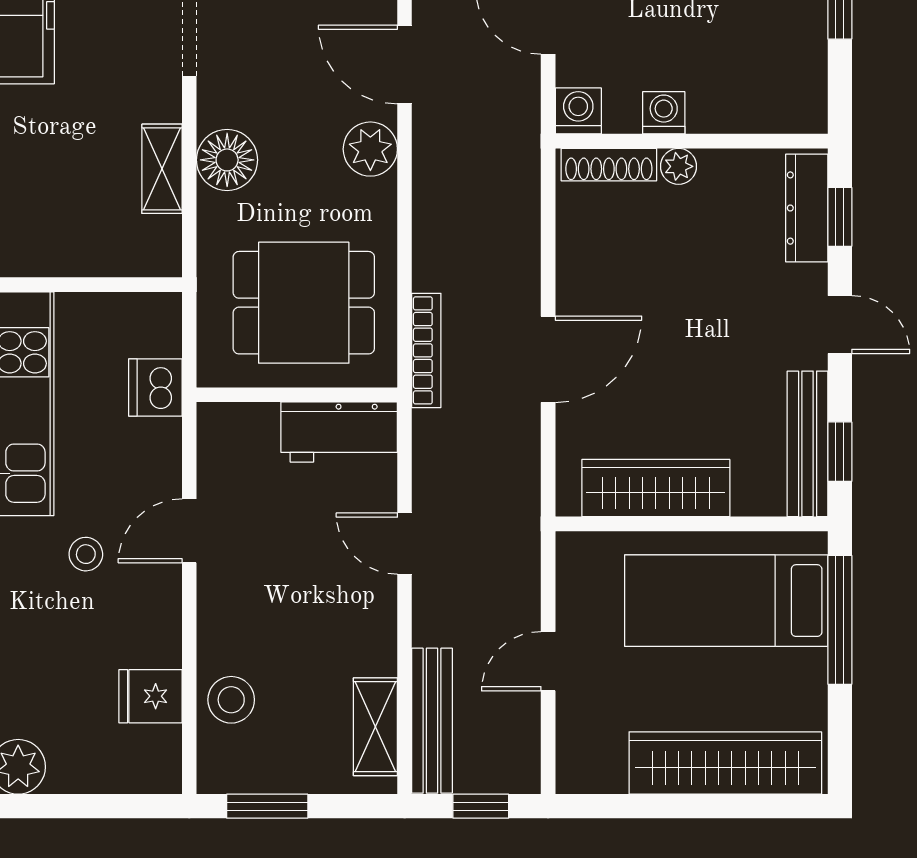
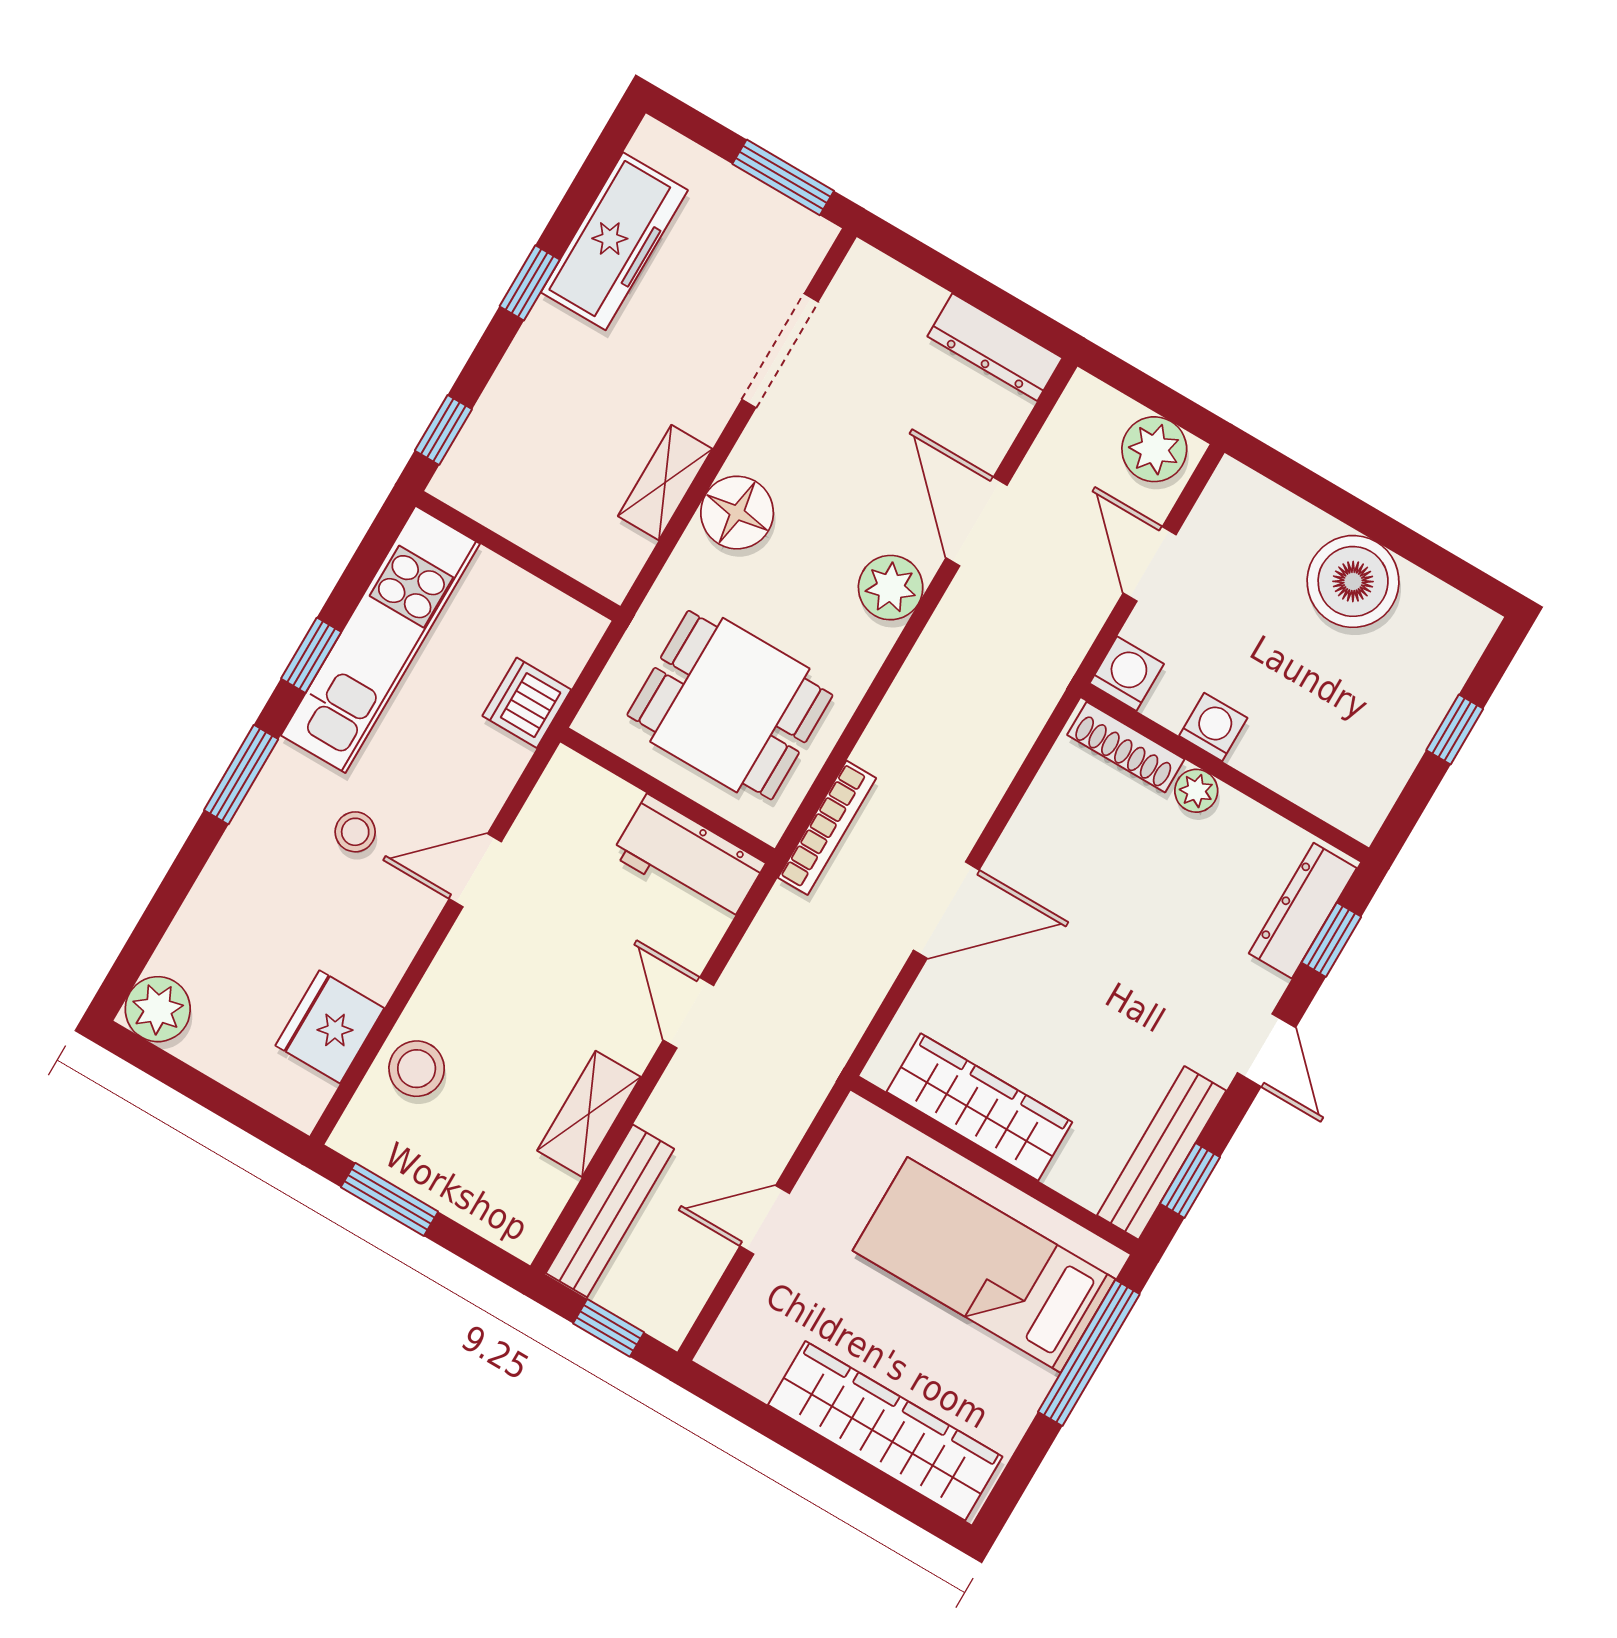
fridge: (150, 696) -> (330, 1027), width x1.38
shelving: (375, 727) -> (589, 1114), moved

